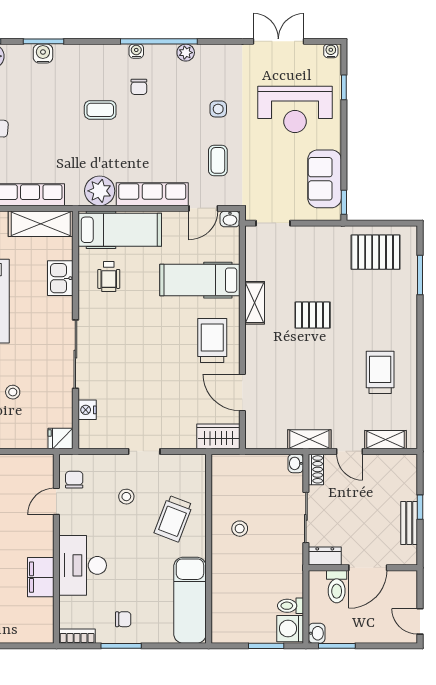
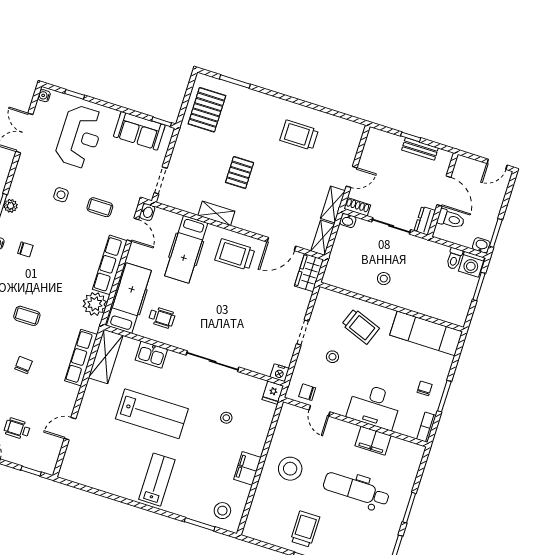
coffee table: (100, 110) -> (27, 316), moved, turned 90
nightstand: (87, 410) -> (280, 373), moved
shelving: (385, 440) -> (323, 238), moved

